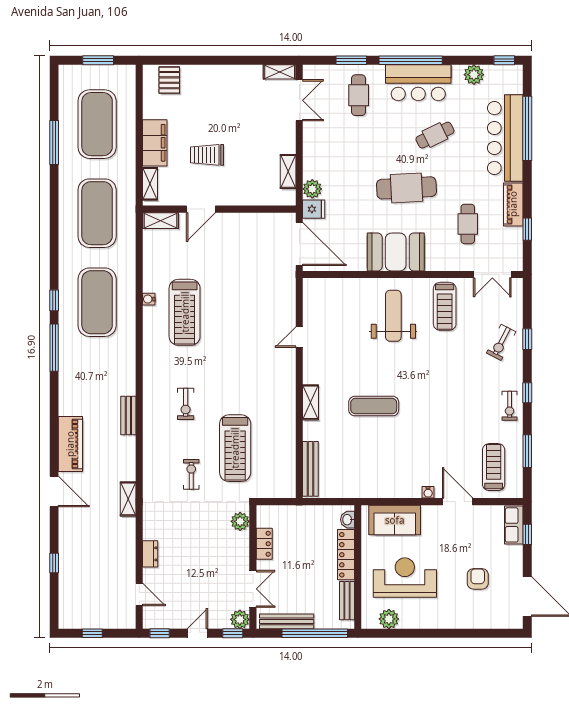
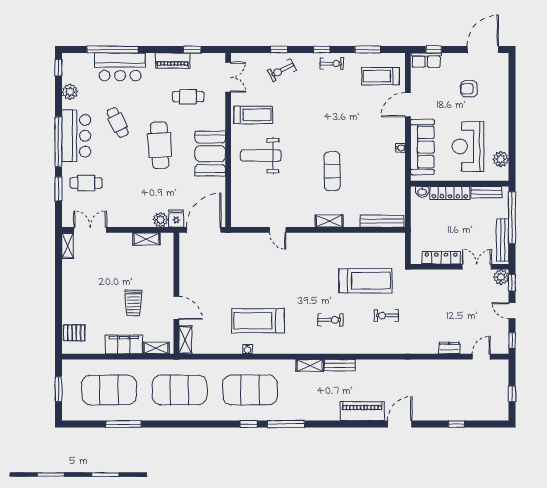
bar counter: (505, 138) -> (120, 67), width x0.73
treadmill: (185, 312) -> (258, 321), turned 180
exercise bike: (501, 342) -> (282, 70), turned 126
water cooler: (428, 492) -> (400, 148), moved
shelving: (128, 499) -> (310, 365), moved
sofa: (395, 520) -> (422, 147), width x1.36
plant: (240, 521) -> (424, 277), removed
locker: (264, 544) -> (441, 258), width x1.53

